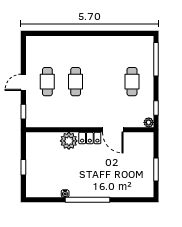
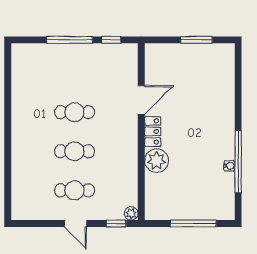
window: (156, 59) -> (70, 40), moved
cafe table: (132, 82) -> (75, 112), moved
plant: (149, 122) -> (131, 213), moved
window: (23, 167) -> (193, 224), width x2.17
window: (88, 200) -> (238, 162), moved

